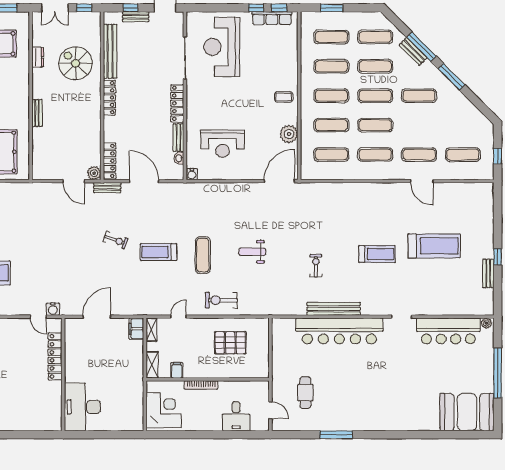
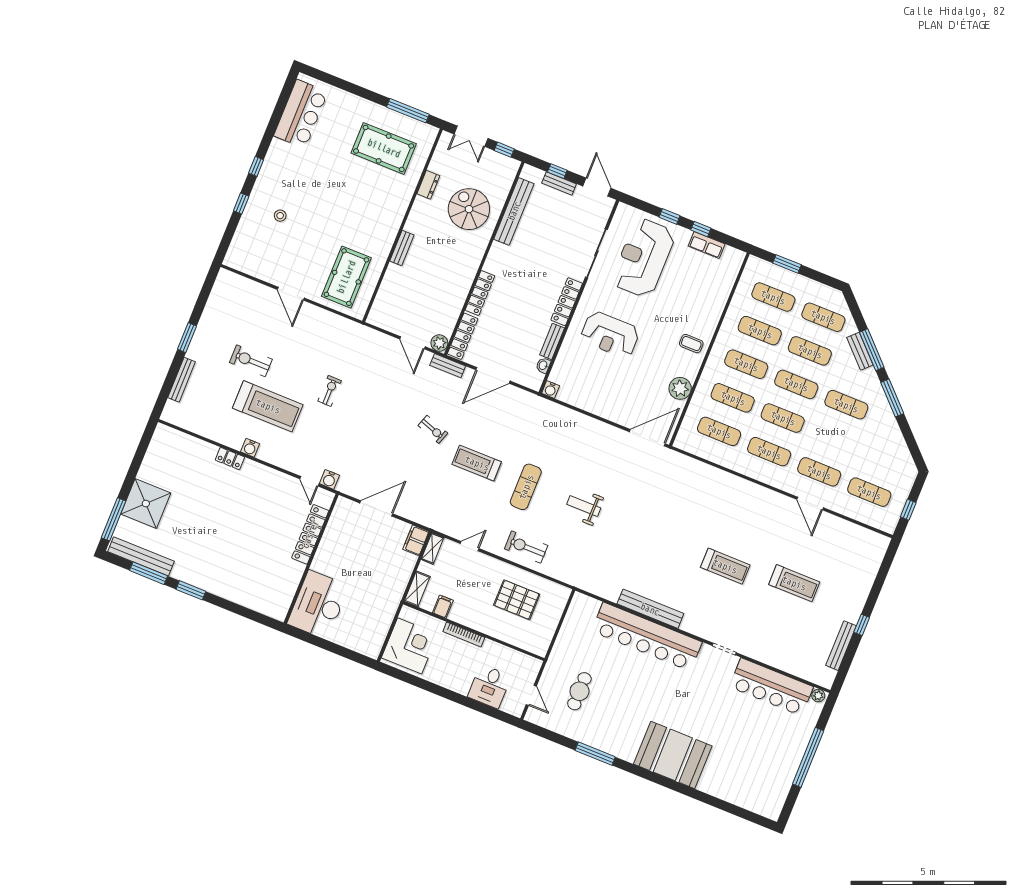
window: (279, 8) -> (669, 216), moved
row of seats: (272, 18) -> (707, 245), width x0.68
locker: (109, 98) -> (480, 293), moved
reception desk: (222, 144) -> (610, 335), moved
door: (144, 181) -> (493, 375), swing flipped
treadmill: (434, 246) -> (794, 583), width x0.73, depth x0.73
exercise bike: (316, 266) -> (330, 391), moved
bench: (488, 273) -> (841, 646), width x1.36
booth: (467, 412) -> (673, 755), moved

